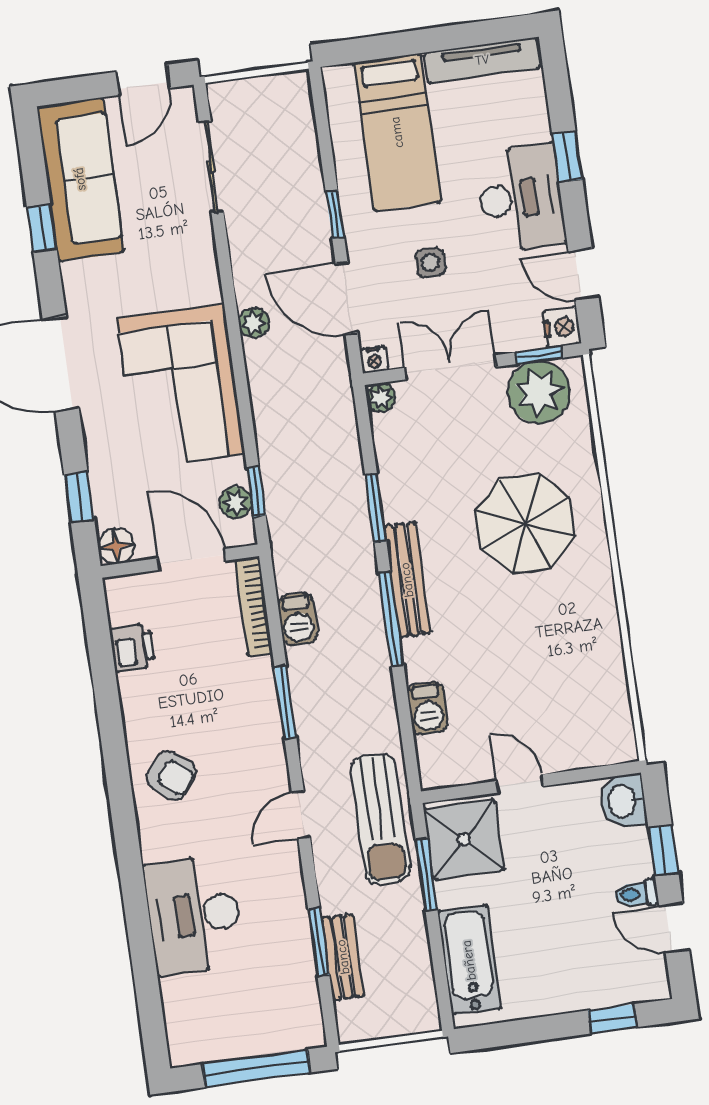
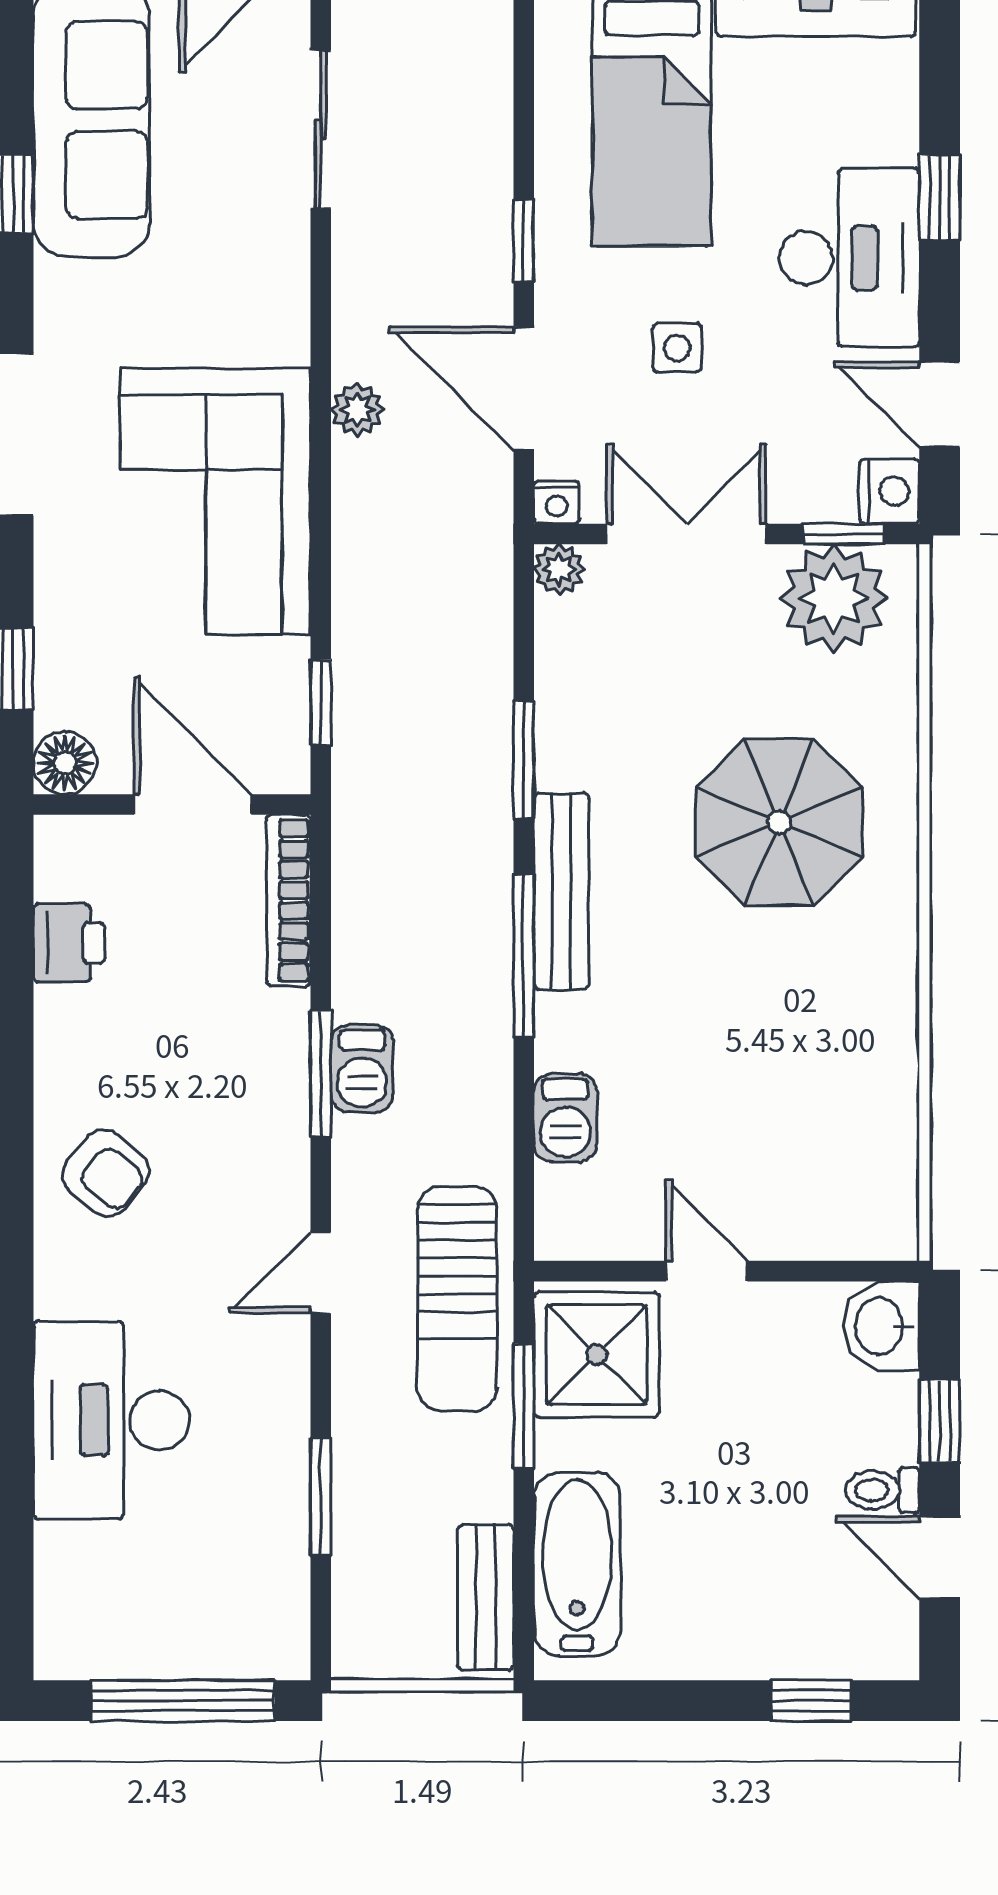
plant: (236, 503) -> (283, 716), removed
barbecue: (298, 619) -> (362, 1068), moved
bench: (343, 957) -> (486, 1597), moved

